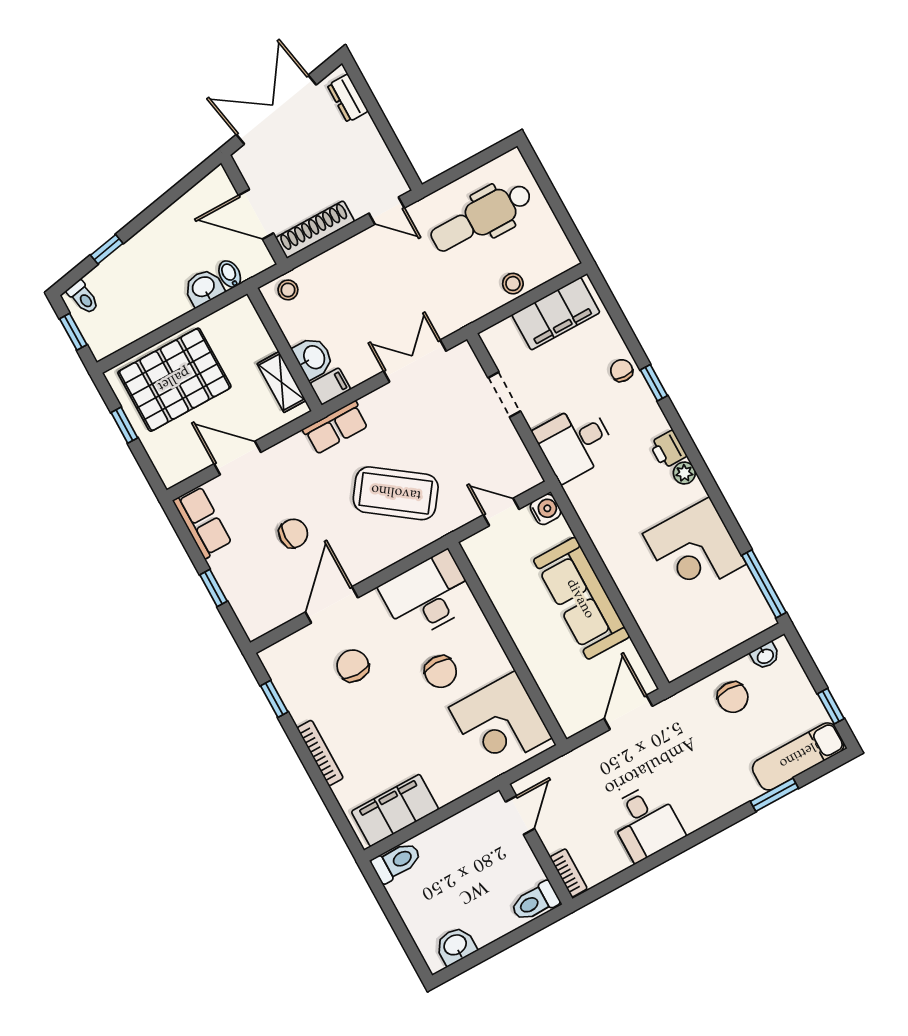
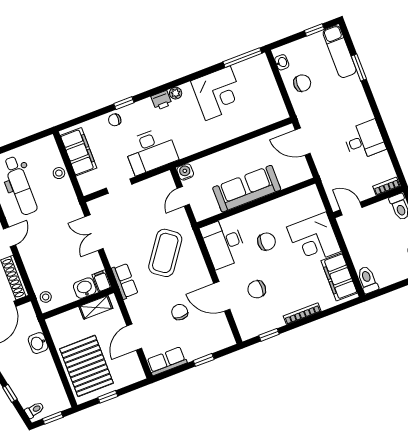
bidet: (230, 274) -> (33, 328), removed
desk: (575, 442) -> (151, 151), width x1.37
sofa: (581, 598) -> (247, 189), moved, turned 180
corner desk: (500, 723) -> (314, 239), moved, turned 90

